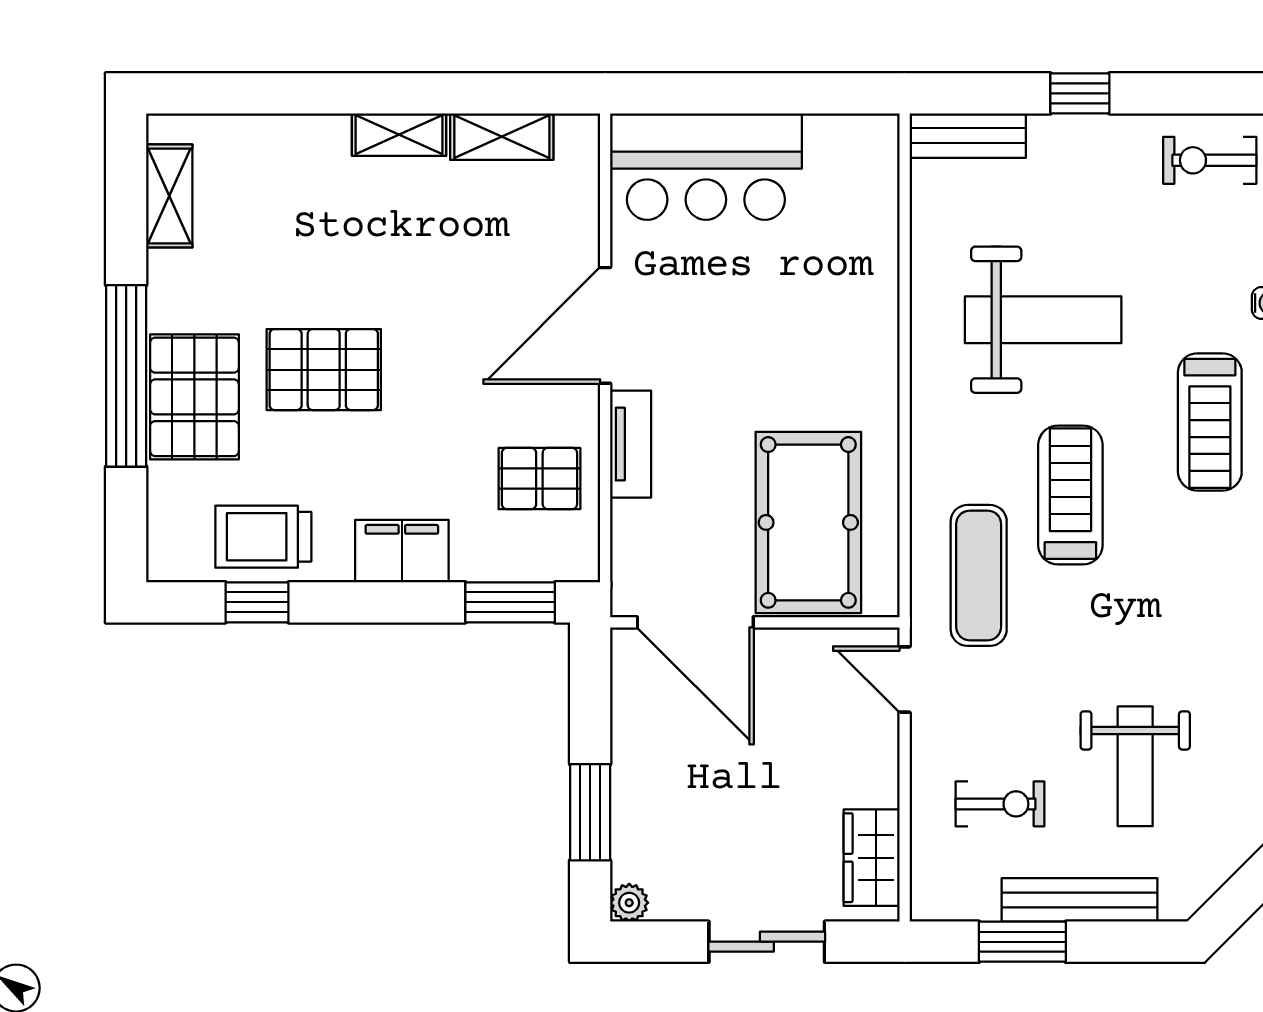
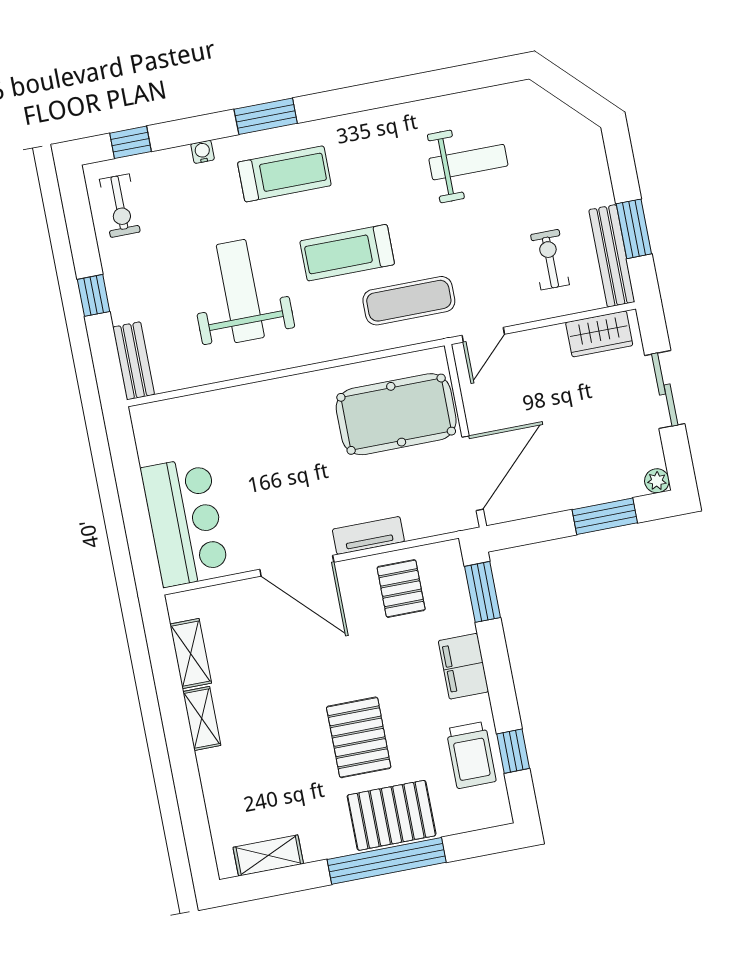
weight bench: (1135, 766) -> (468, 162), moved
bench: (1080, 900) -> (612, 256), moved

